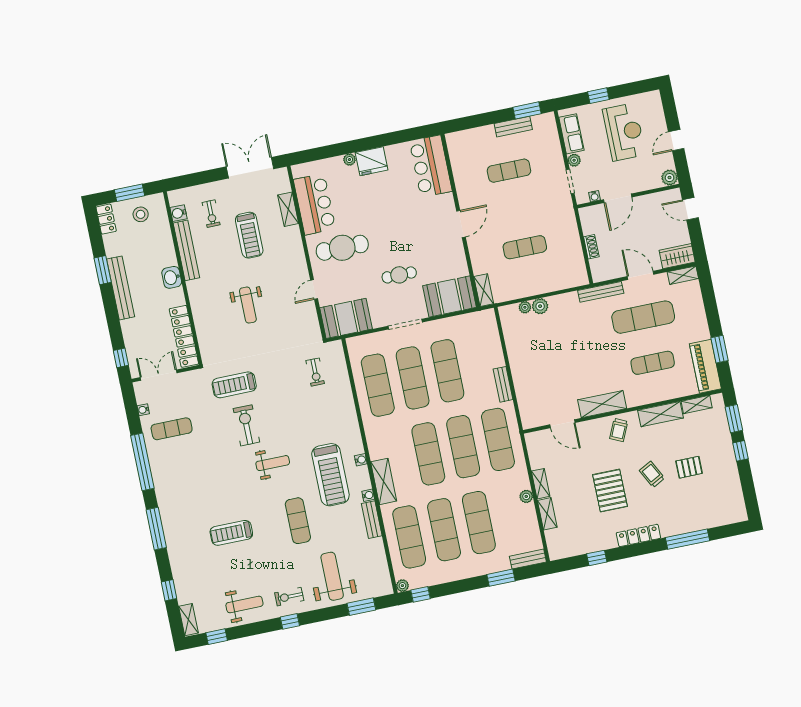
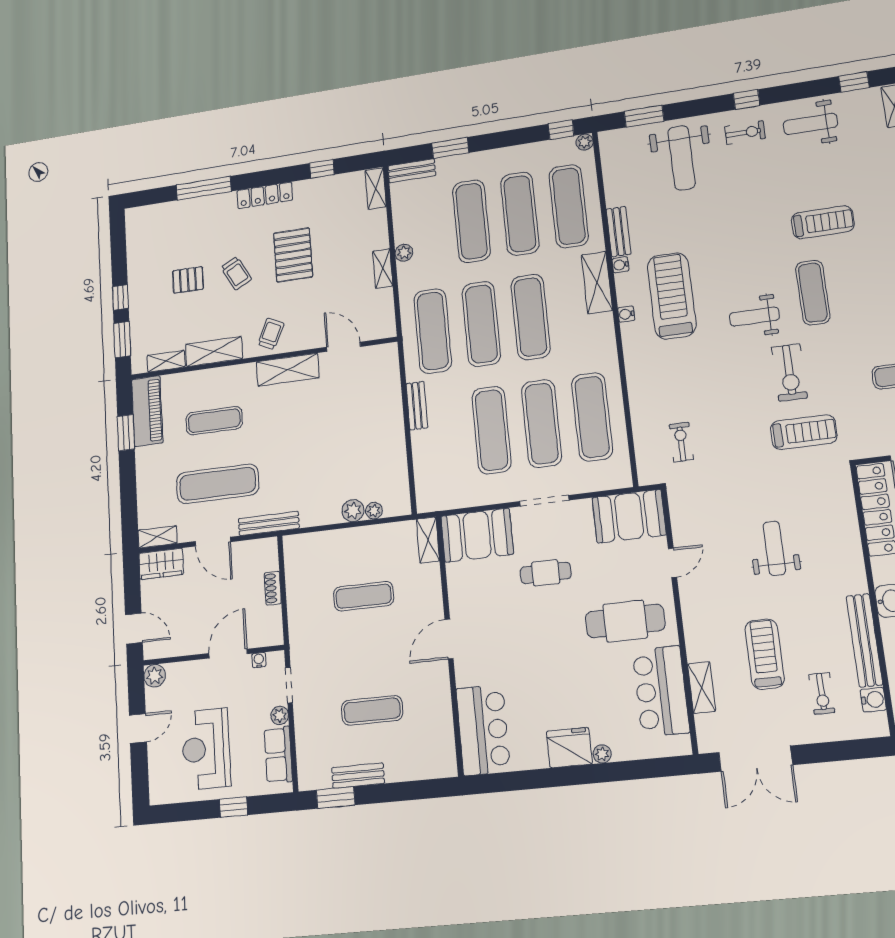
exercise bike: (211, 214) -> (822, 693), turned 180
shelving: (547, 514) -> (376, 189), moved
exercise mat: (298, 521) -> (813, 293), moved

